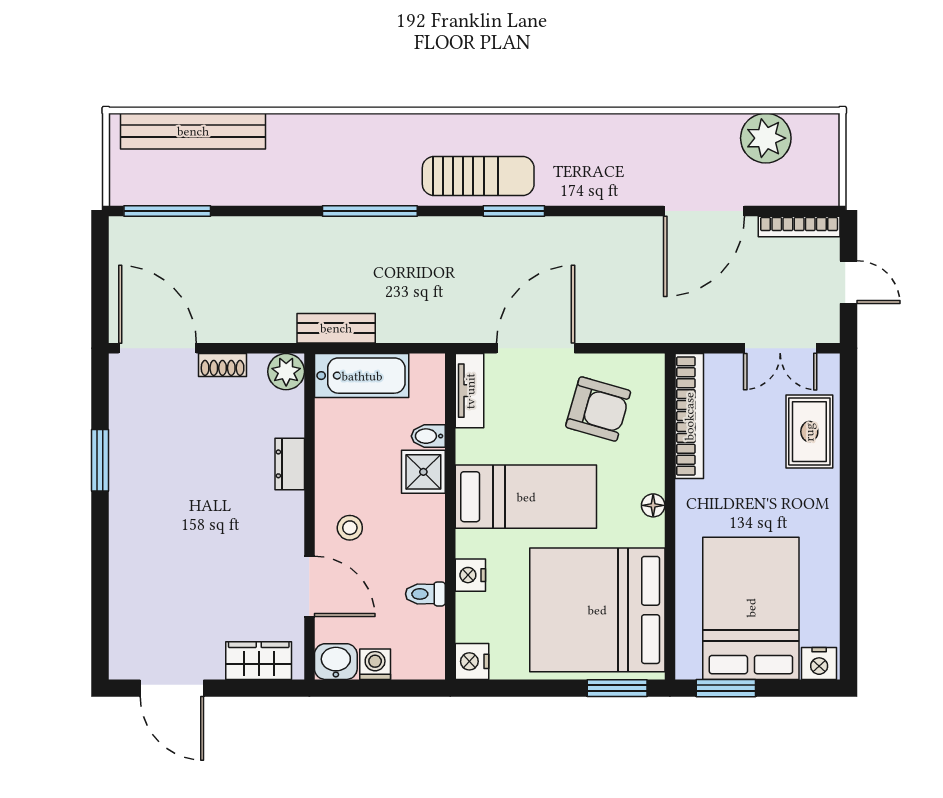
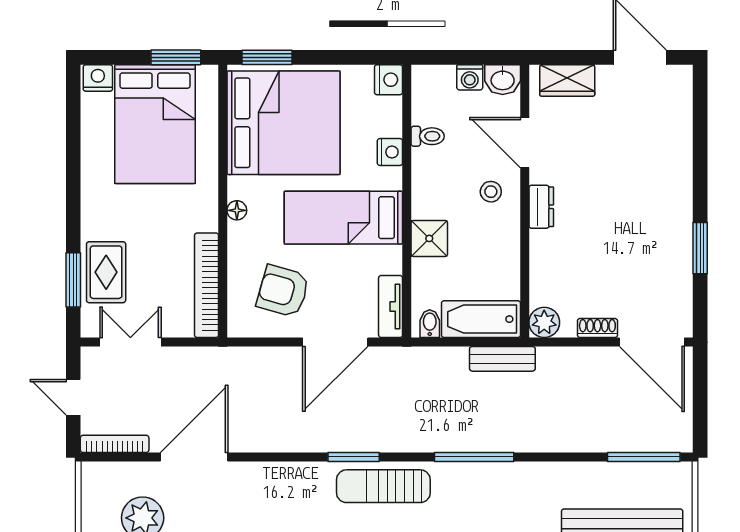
window: (848, 422) -> (73, 280), added
bidet: (428, 436) -> (430, 324), moved, turned -90
dresser: (290, 464) -> (541, 207), moved

